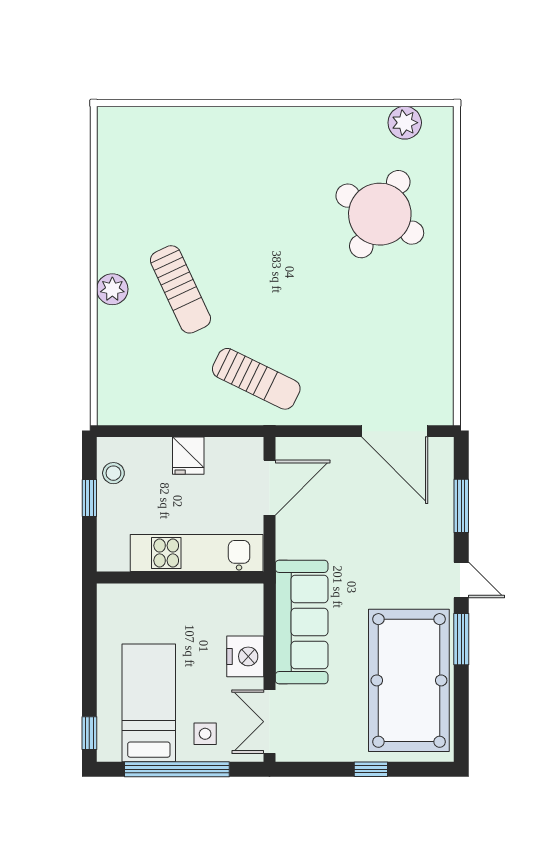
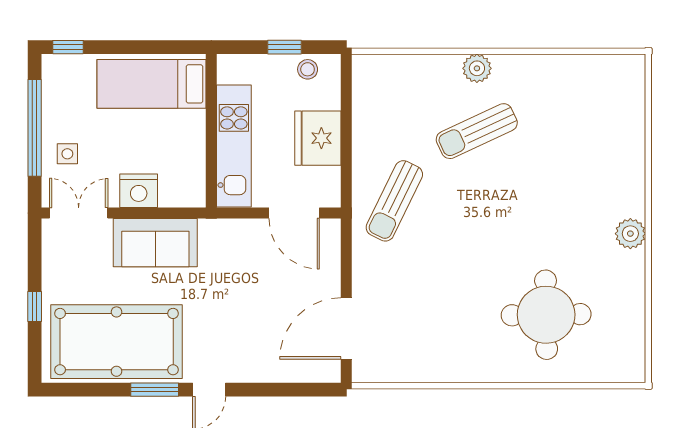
plant: (405, 123) -> (630, 234), moved
round table: (380, 214) -> (546, 315), turned -31
fridge: (188, 456) -> (318, 138), width x1.88, depth x1.34
window: (461, 506) -> (277, 390), removed
sofa: (302, 622) -> (155, 243), width x0.73
bed: (149, 703) -> (152, 84), moved, turned 180

